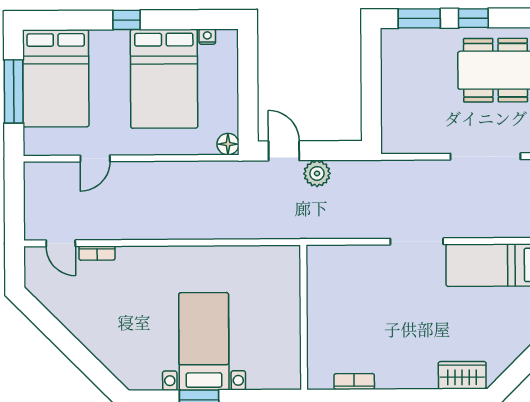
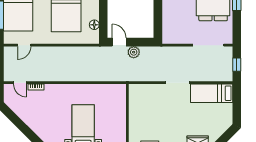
floor lamp: (228, 144) -> (94, 25), moved
door: (95, 158) -> (24, 45), moved

